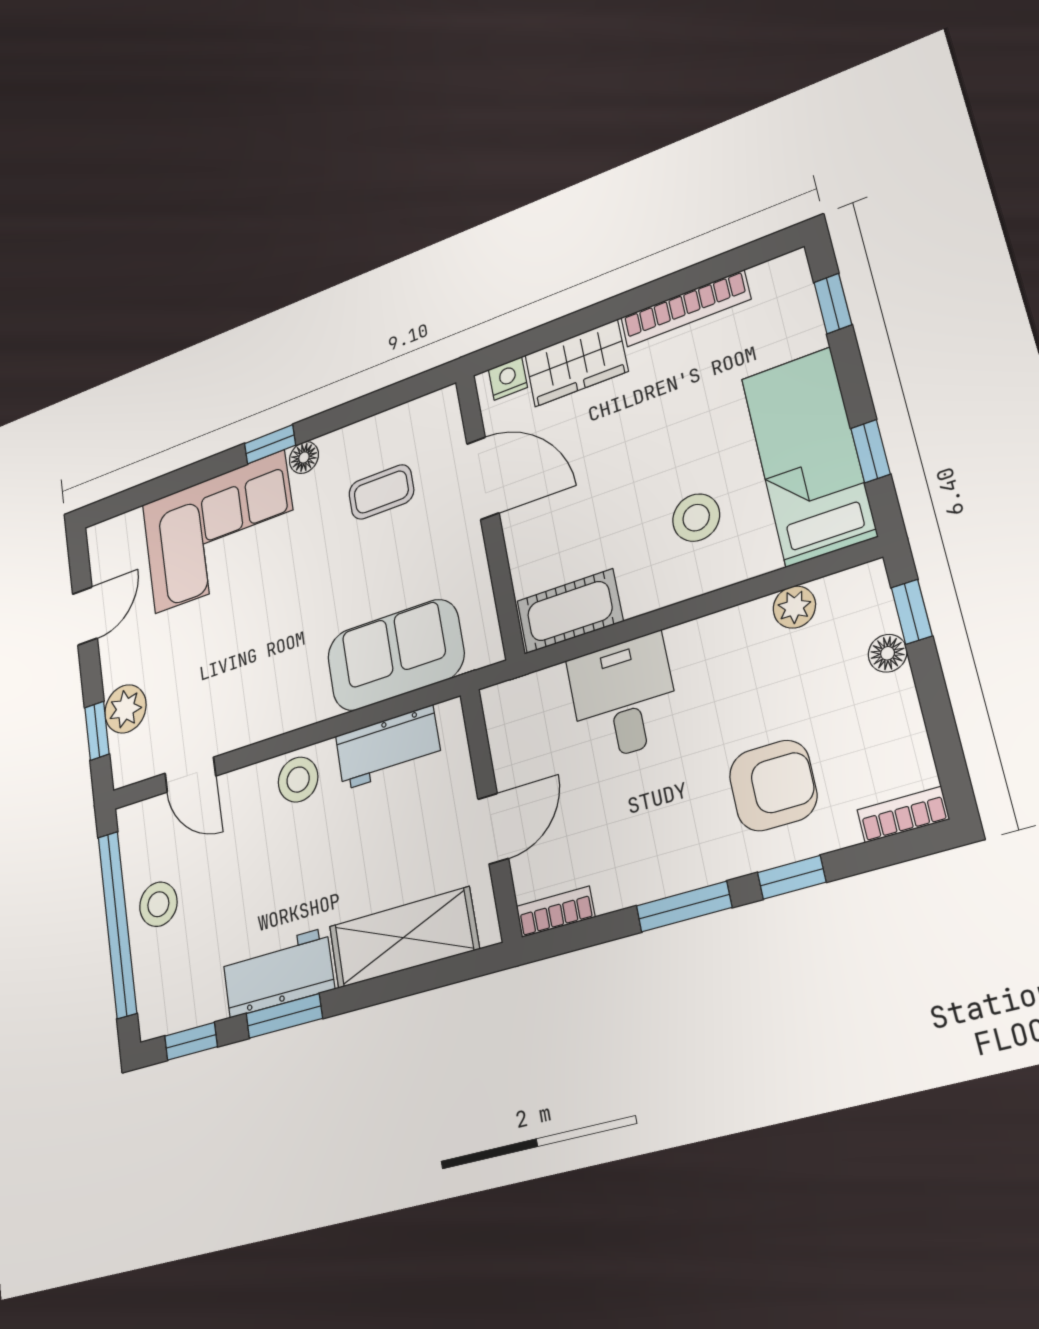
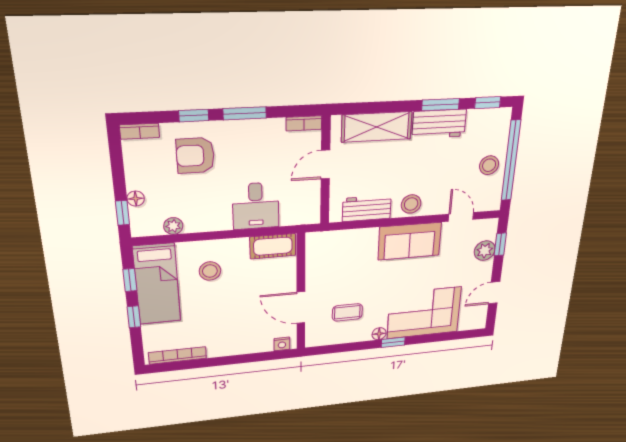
window: (833, 304) -> (134, 317), moved
bookcase: (685, 308) -> (178, 355), moved
wardrobe: (576, 363) -> (251, 343), removed
sofa: (395, 655) -> (410, 241), moved

